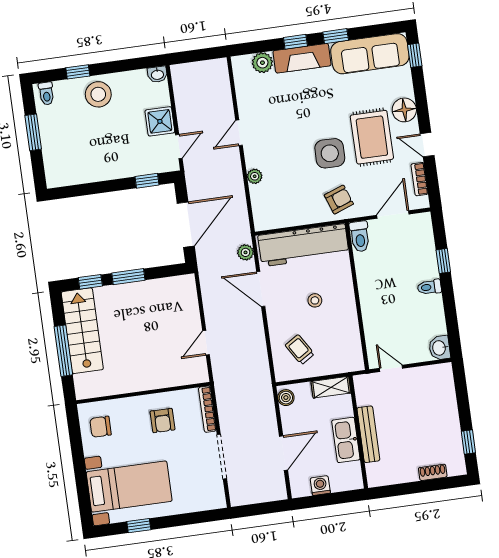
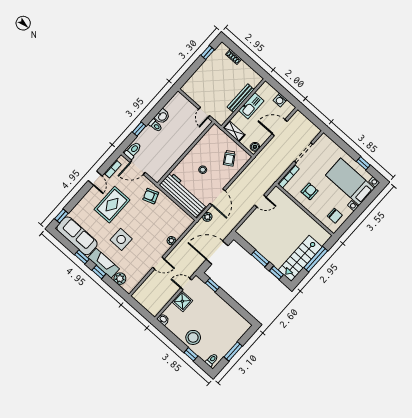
floor lamp: (404, 110) -> (89, 201), removed
side table: (330, 153) -> (121, 239), moved
toilet: (360, 236) -> (133, 150), moved
washbasin: (440, 348) -> (162, 116), moved

